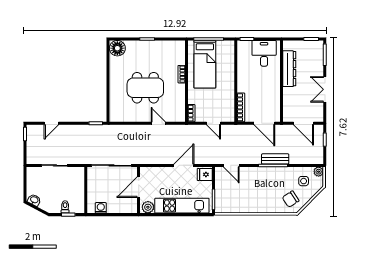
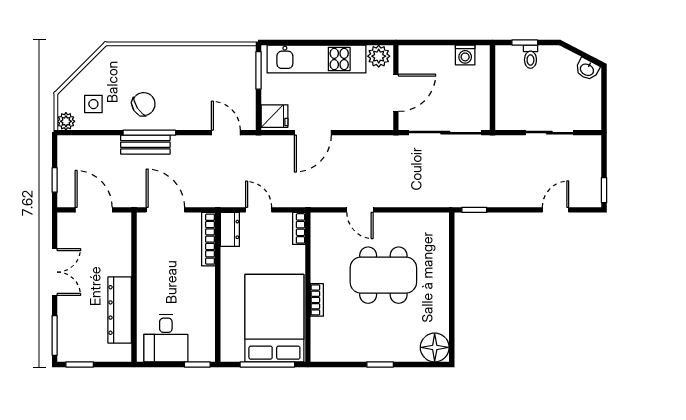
bed: (205, 64) -> (274, 318), width x1.50
dresser: (229, 113) -> (230, 229), added
chair: (291, 199) -> (144, 104), moved

